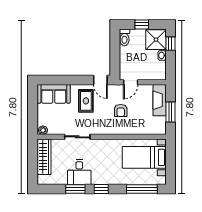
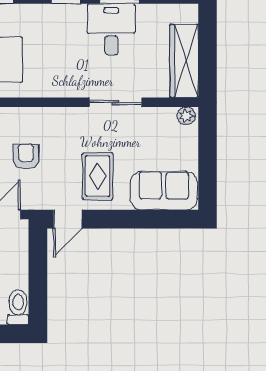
door: (100, 80) -> (68, 219), swing flipped

